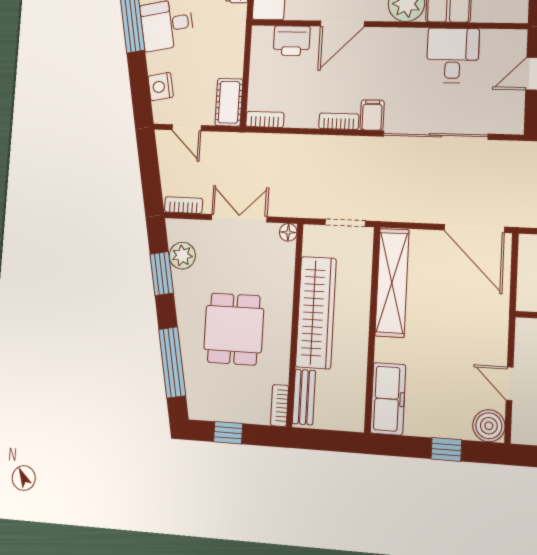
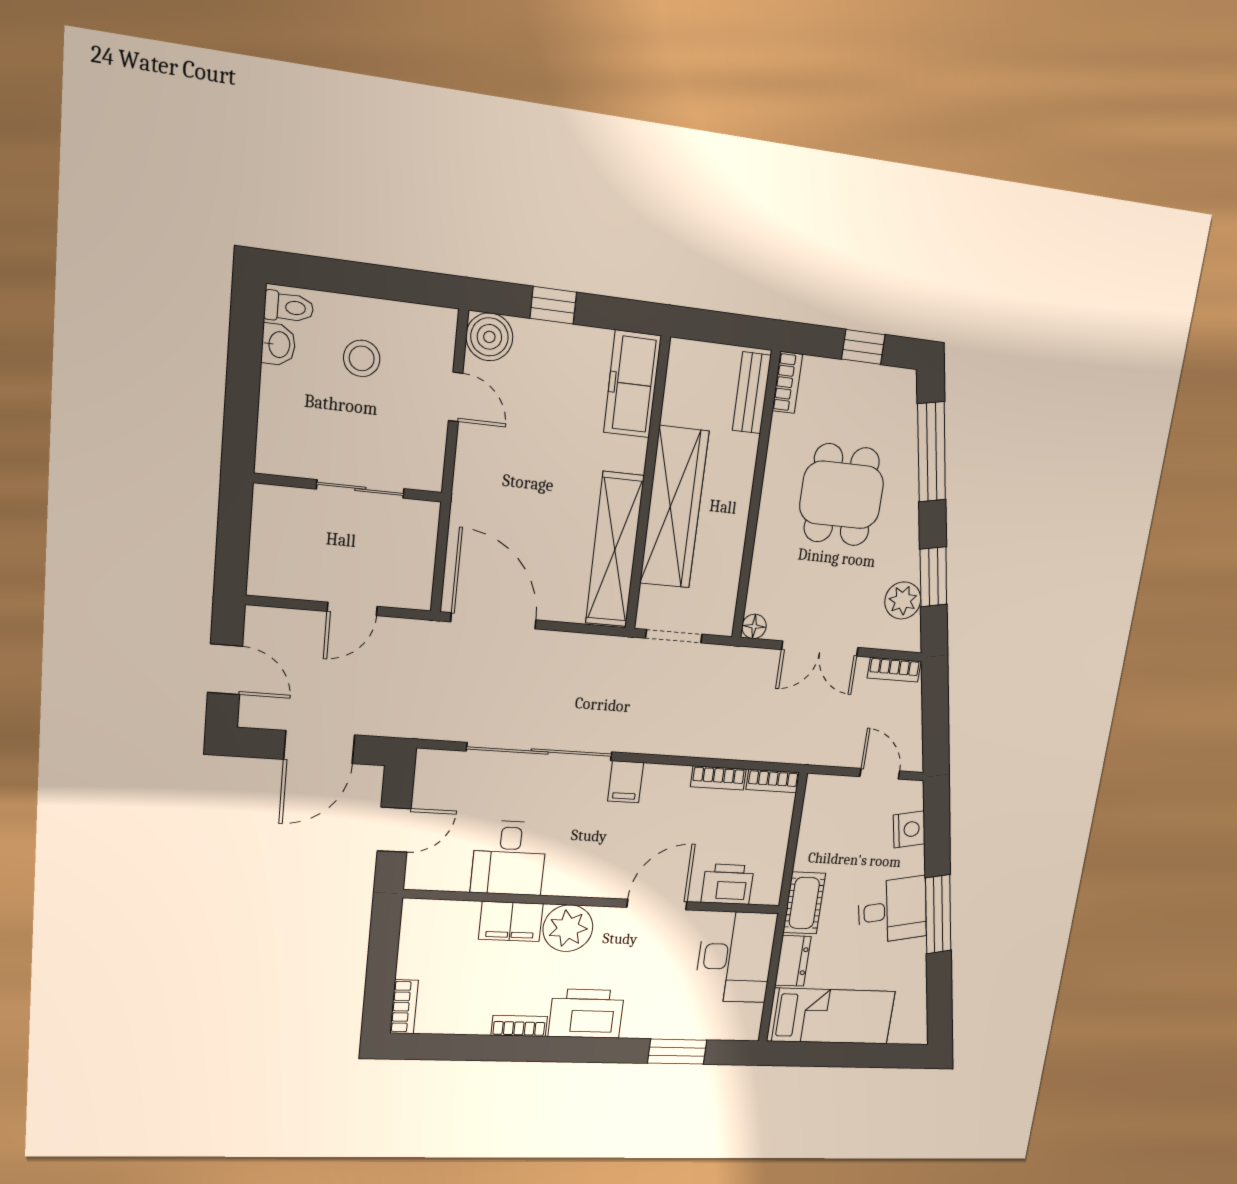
cot: (229, 102) -> (804, 903), moved
bookcase: (339, 121) -> (718, 778), moved
wardrobe: (316, 313) -> (674, 508), moved, turned 180

